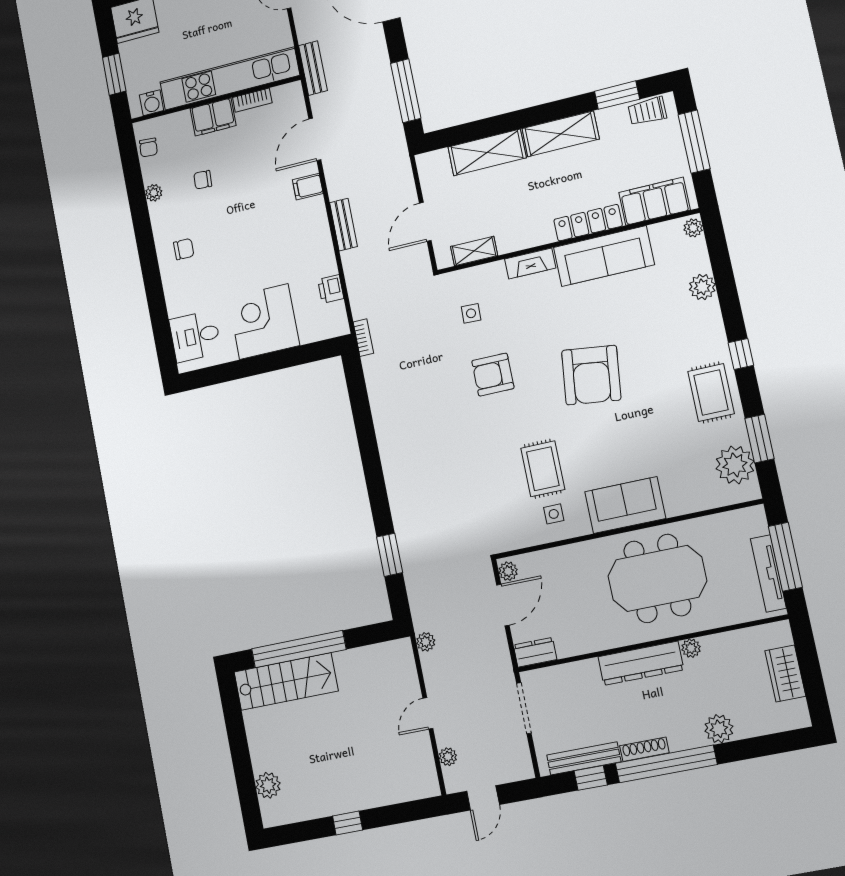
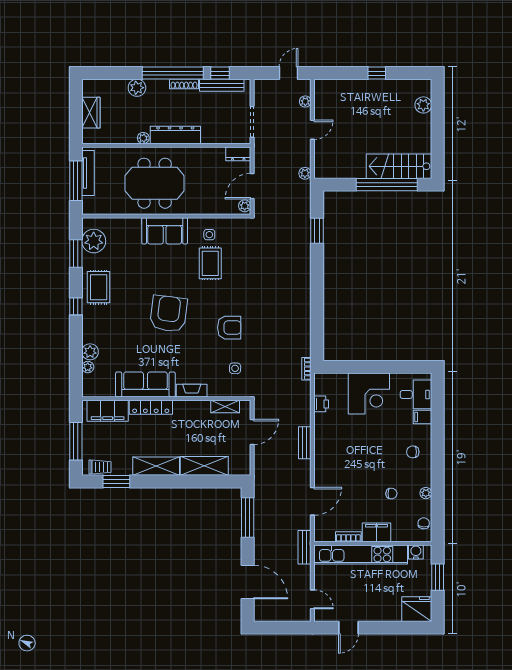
filing cabinet: (308, 187) -> (422, 417), moved, turned 180
plant: (693, 228) -> (88, 367), moved

